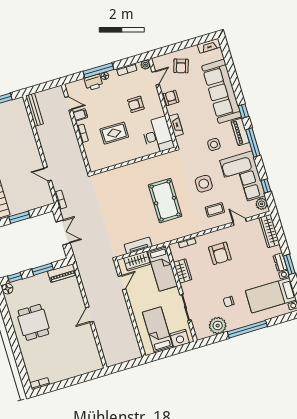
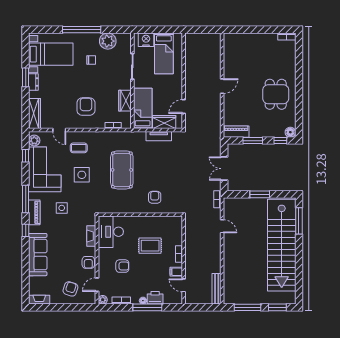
sofa: (222, 91) -> (38, 255), width x0.74, depth x0.79
armchair: (124, 183) -> (155, 197), added

